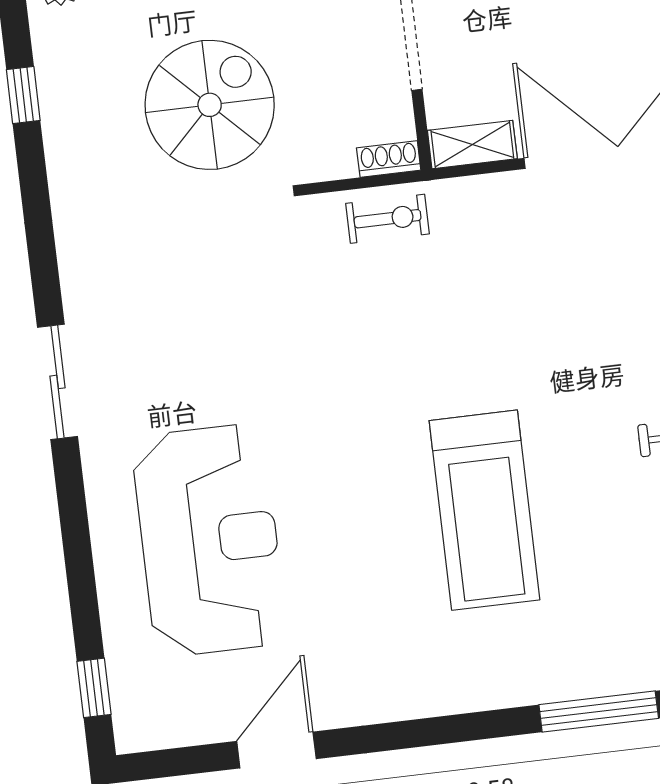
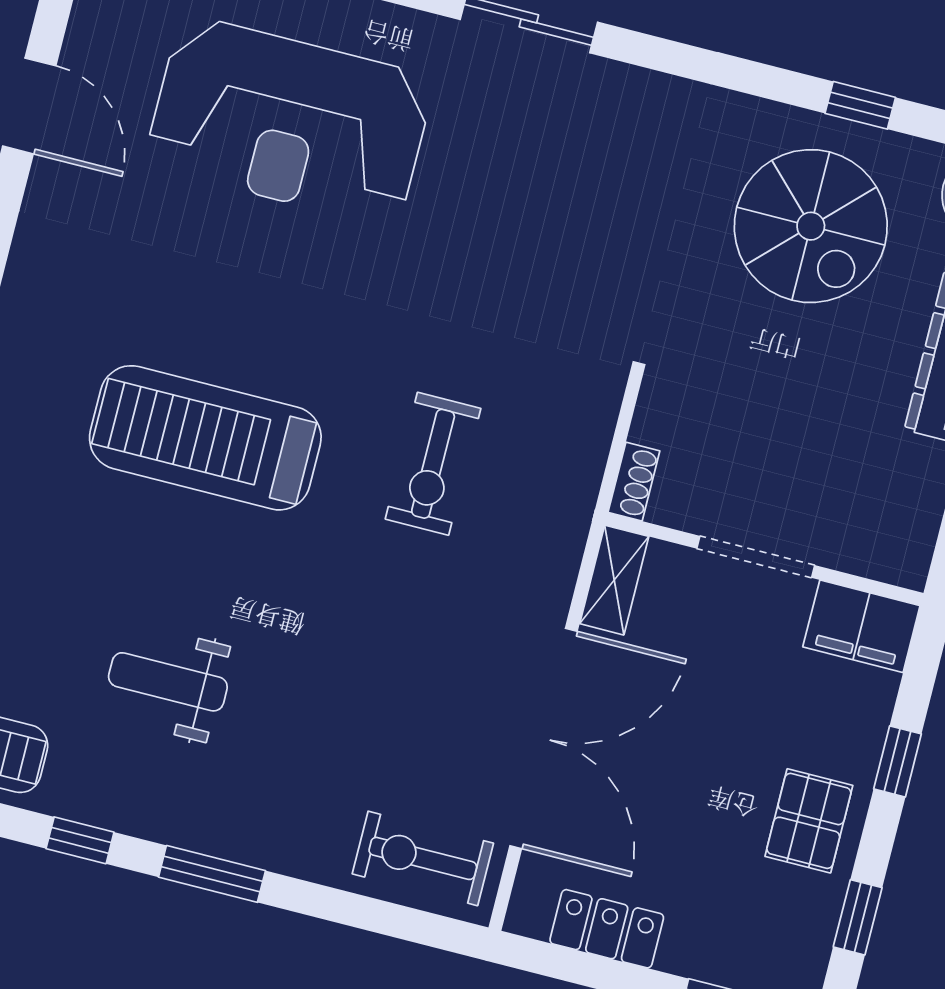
spiral stairs: (210, 105) -> (811, 226), moved
exercise bike: (388, 219) -> (433, 464), moved, width x1.38, depth x1.39

